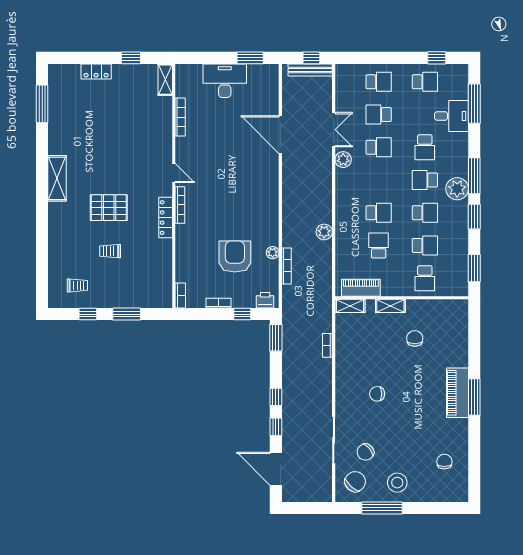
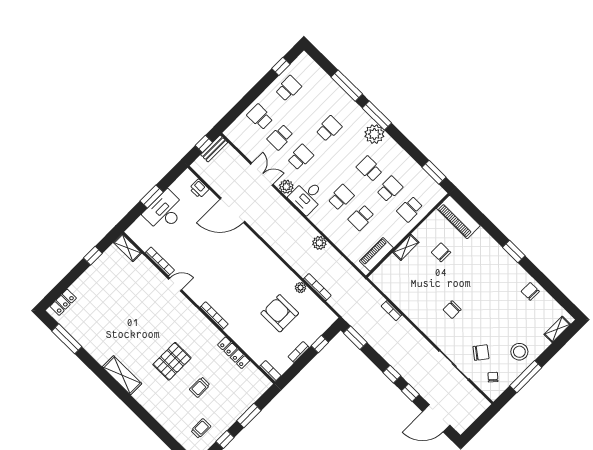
window: (250, 58) -> (152, 196), moved
bench: (310, 70) -> (214, 148), width x0.73
locker: (96, 71) -> (63, 302), moved
school desk: (379, 82) -> (260, 117), turned -90
window: (474, 104) -> (347, 86), moved
desk: (452, 116) -> (307, 197), moved, turned 180
school desk: (425, 147) -> (329, 129), turned -90
door: (174, 173) -> (175, 284), moved
school desk: (425, 180) -> (349, 149), removed
school desk: (425, 213) -> (369, 169), turned -90
window: (474, 217) -> (402, 141), removed
locker: (166, 218) -> (234, 353), moved
school desk: (379, 246) -> (361, 218), turned -90
school desk: (425, 278) -> (410, 209), turned 90
printer: (265, 300) -> (199, 189), moved, turned -90
shelving: (350, 306) -> (557, 329), moved
piano: (458, 393) -> (458, 217), moved
window: (474, 397) -> (514, 251), width x0.69
chair: (365, 452) -> (481, 353), turned -103
chair: (444, 462) -> (530, 291), moved
chair: (355, 482) -> (493, 377), width x0.54, depth x0.54

